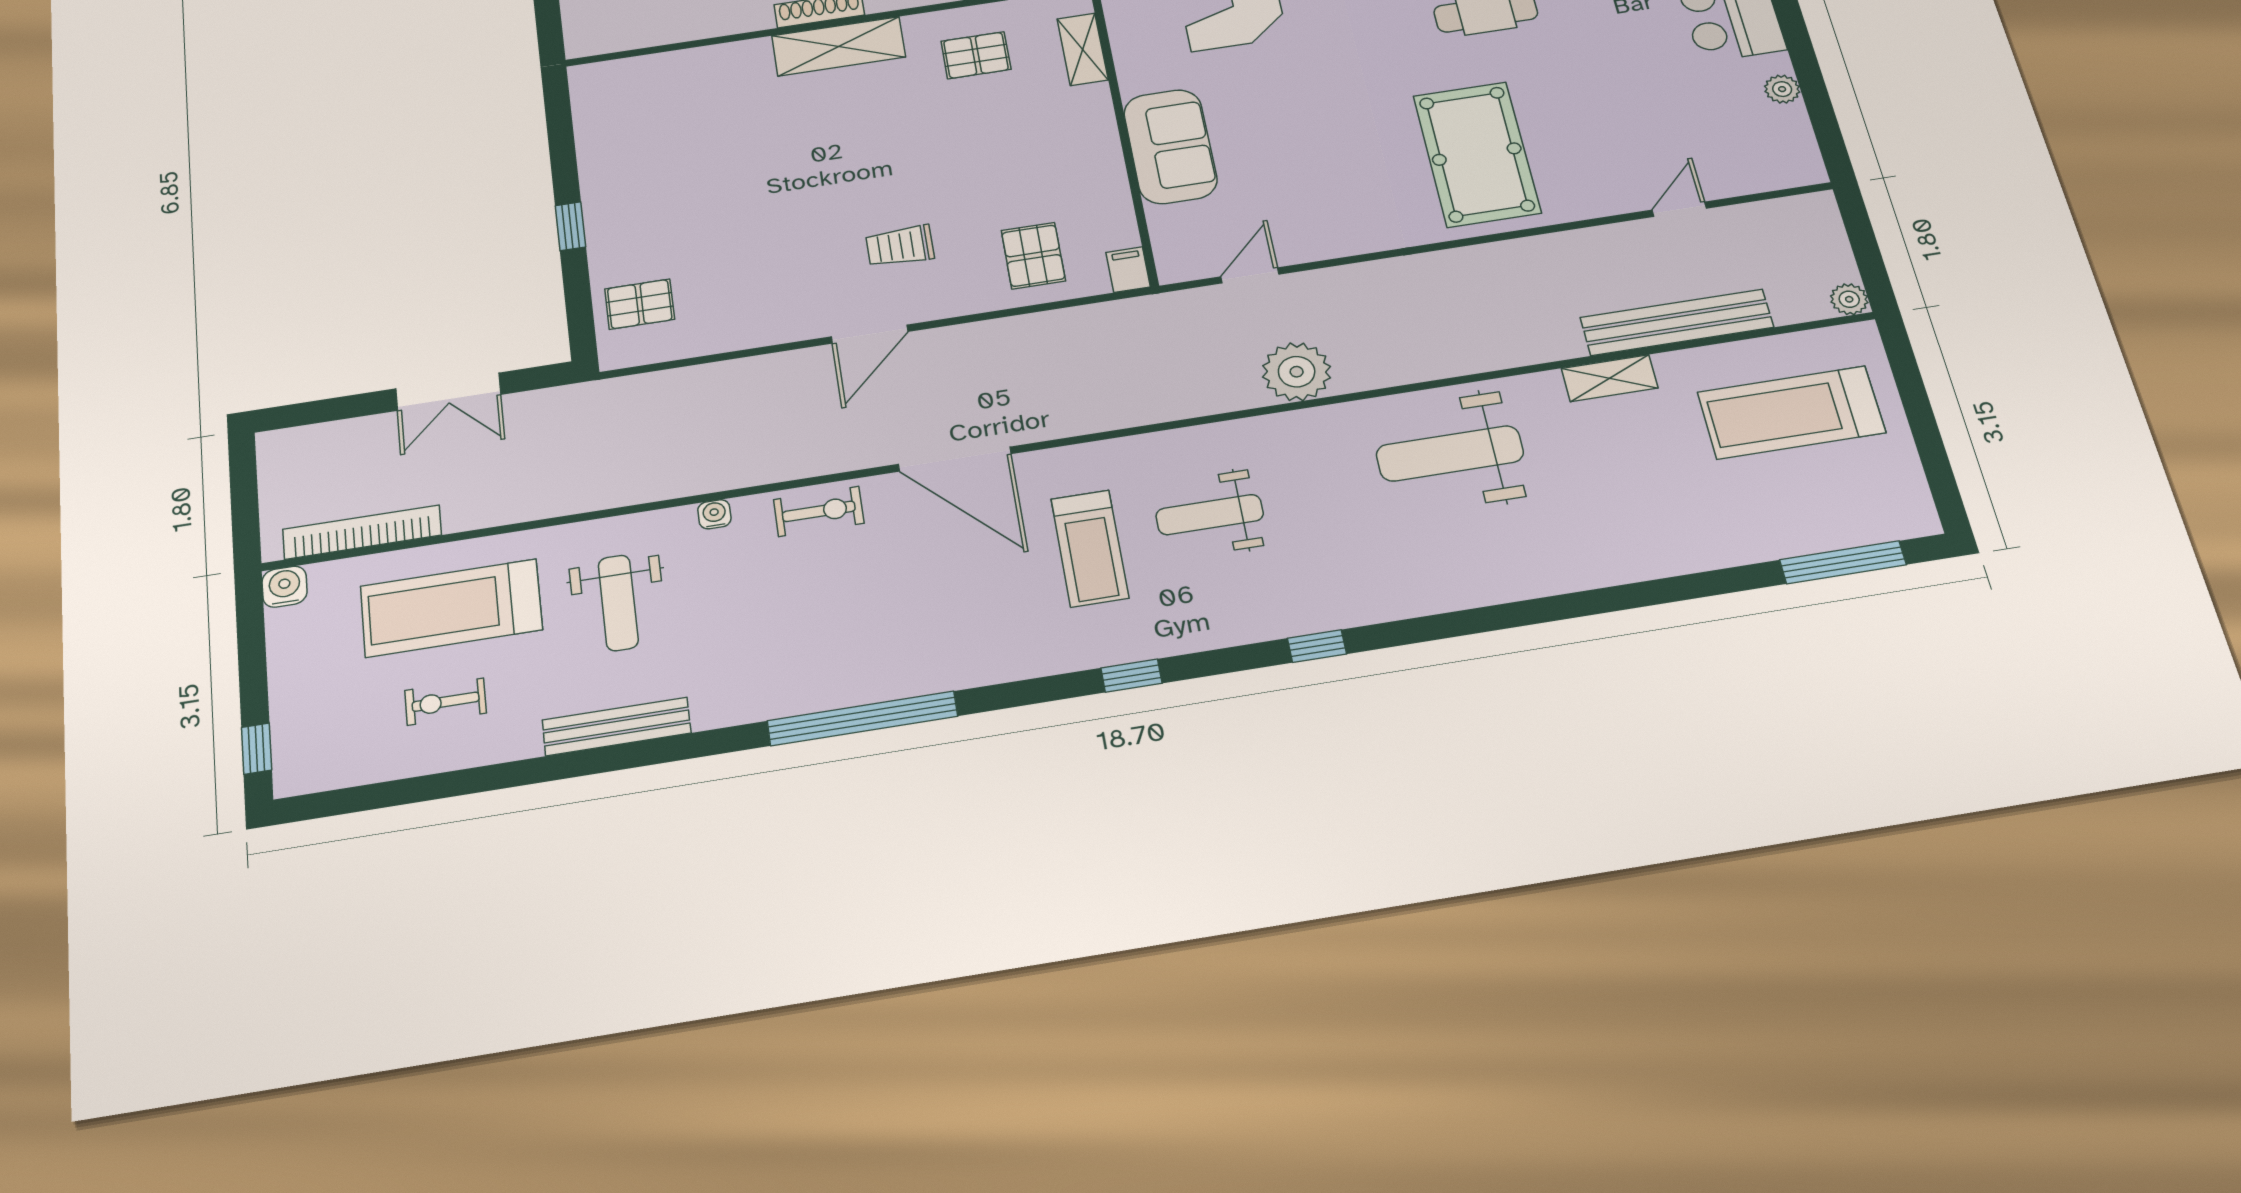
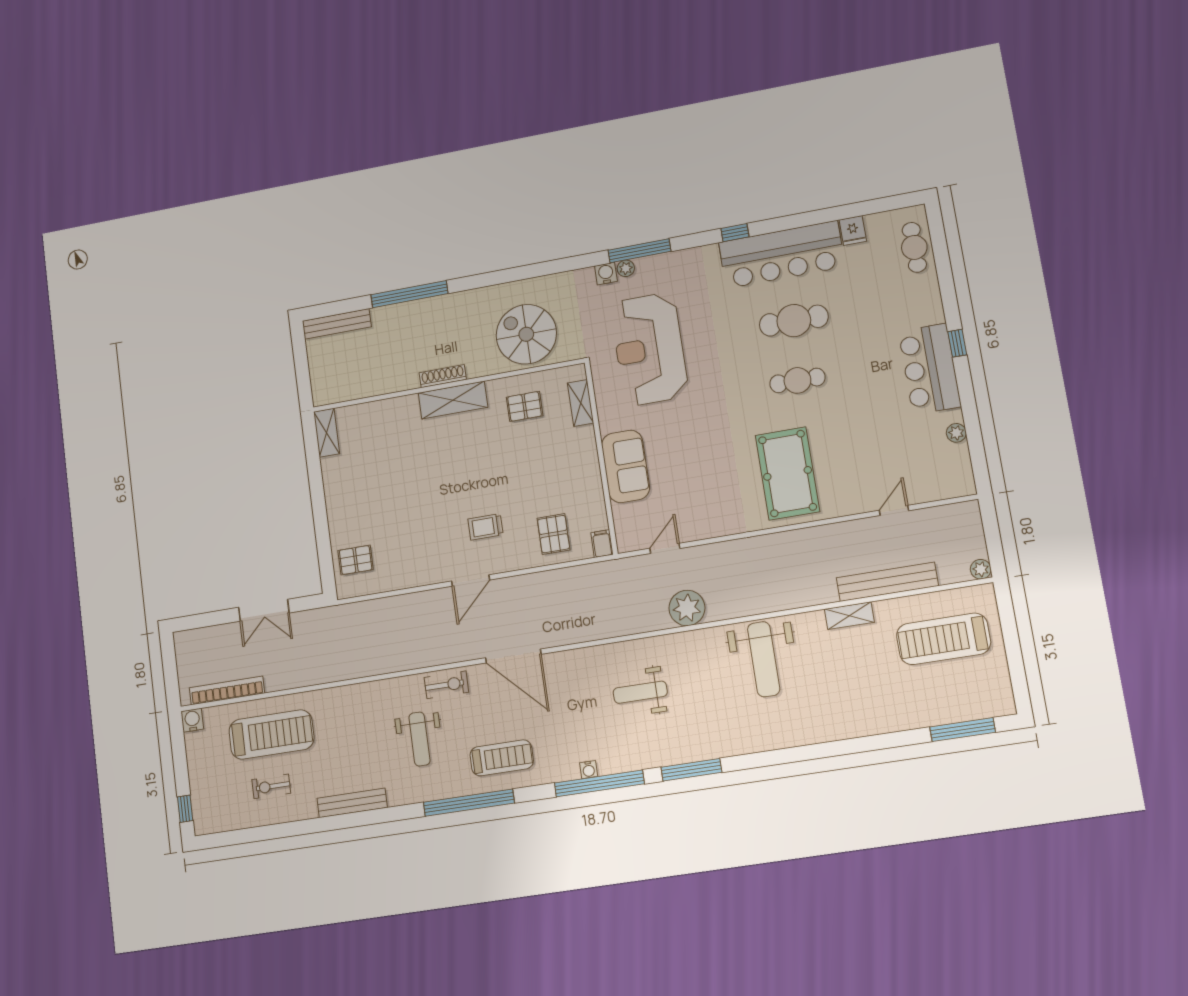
shelving: (590, 99) -> (327, 433), added
window: (570, 226) -> (320, 512), removed
weight bench: (1450, 453) -> (764, 659), turned -90
water cooler: (714, 514) -> (589, 770), moved, turned 180
treadmill: (1090, 548) -> (502, 758), moved, turned -90
weight bench: (618, 603) -> (419, 739), moved
treadmill: (451, 608) -> (271, 735), turned 180
window: (1317, 646) -> (691, 770), width x2.17
window: (1131, 676) -> (599, 783), width x3.17

